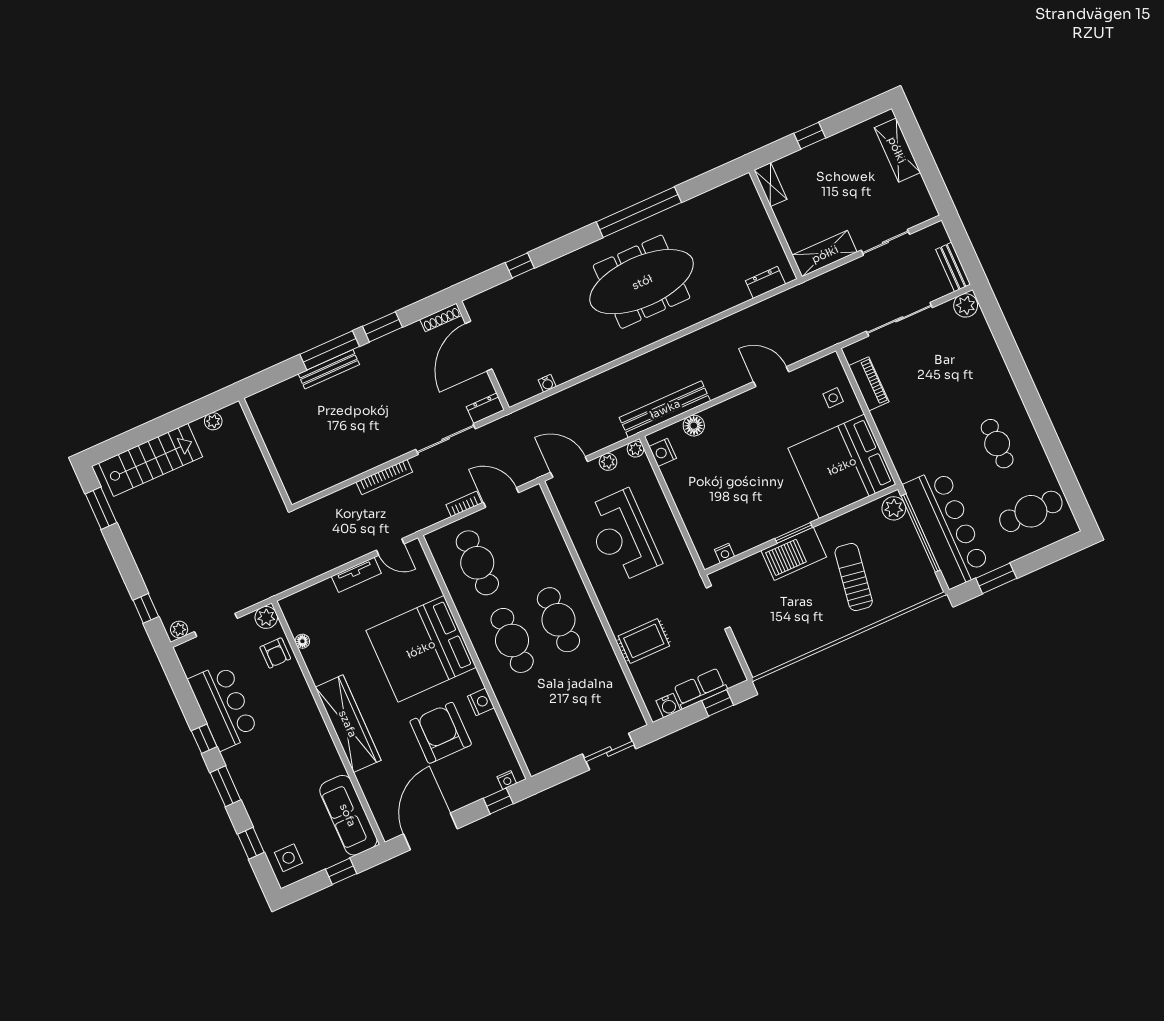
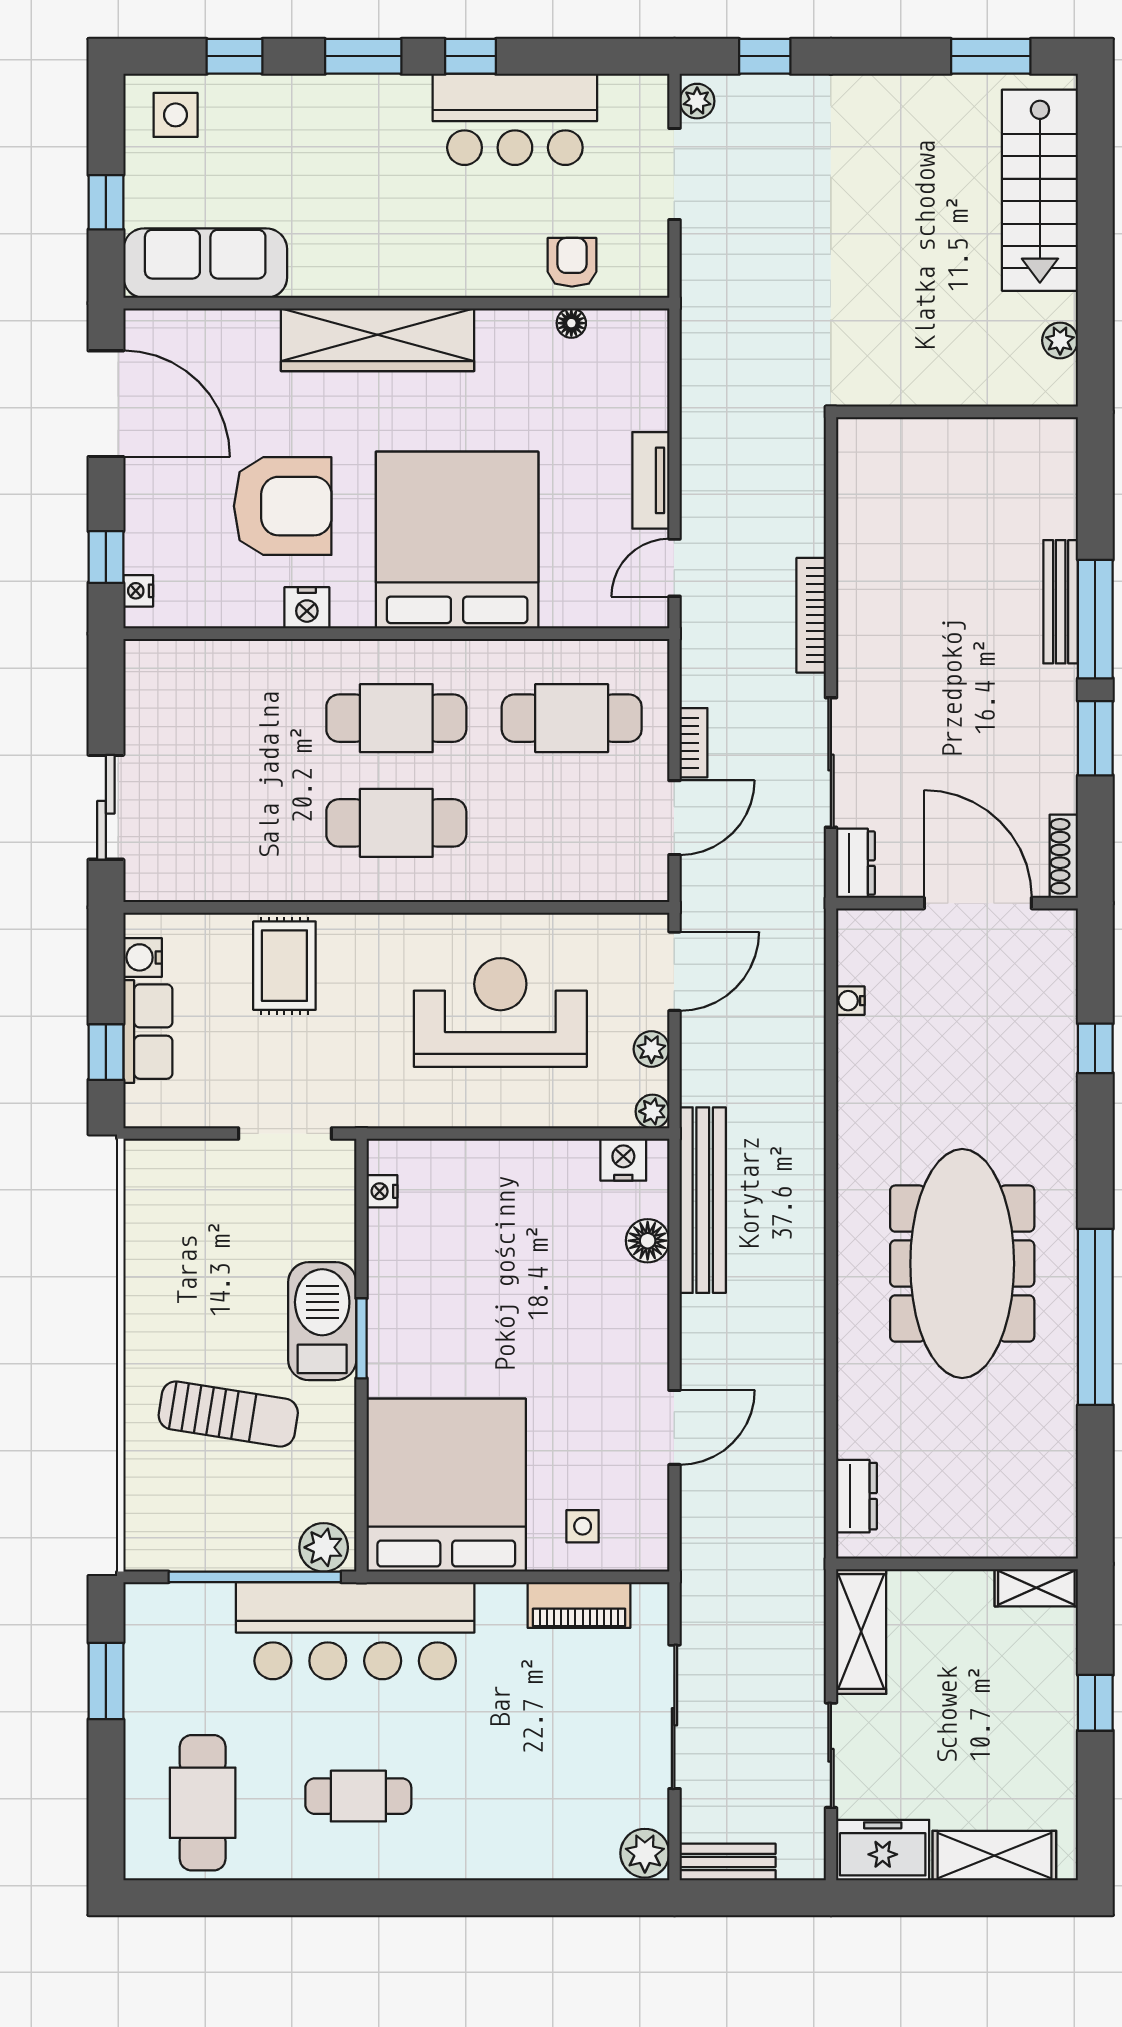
freezer: (917, 201) -> (883, 1850), added
bar counter: (947, 528) -> (355, 1631), moved
plant: (266, 617) -> (646, 275), removed
armchair: (275, 653) -> (572, 262), turned 90

